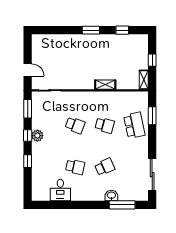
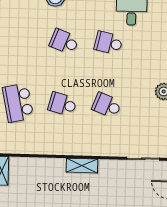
shelving: (105, 85) -> (82, 166), moved
school desk: (105, 167) -> (64, 42), turned 45

